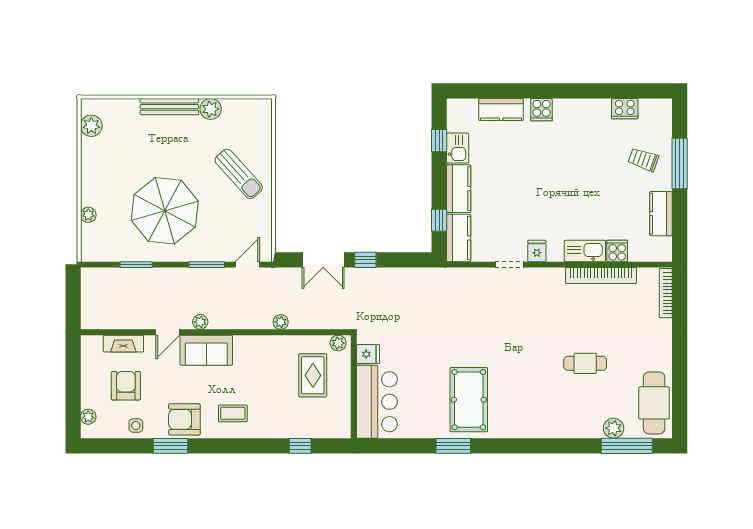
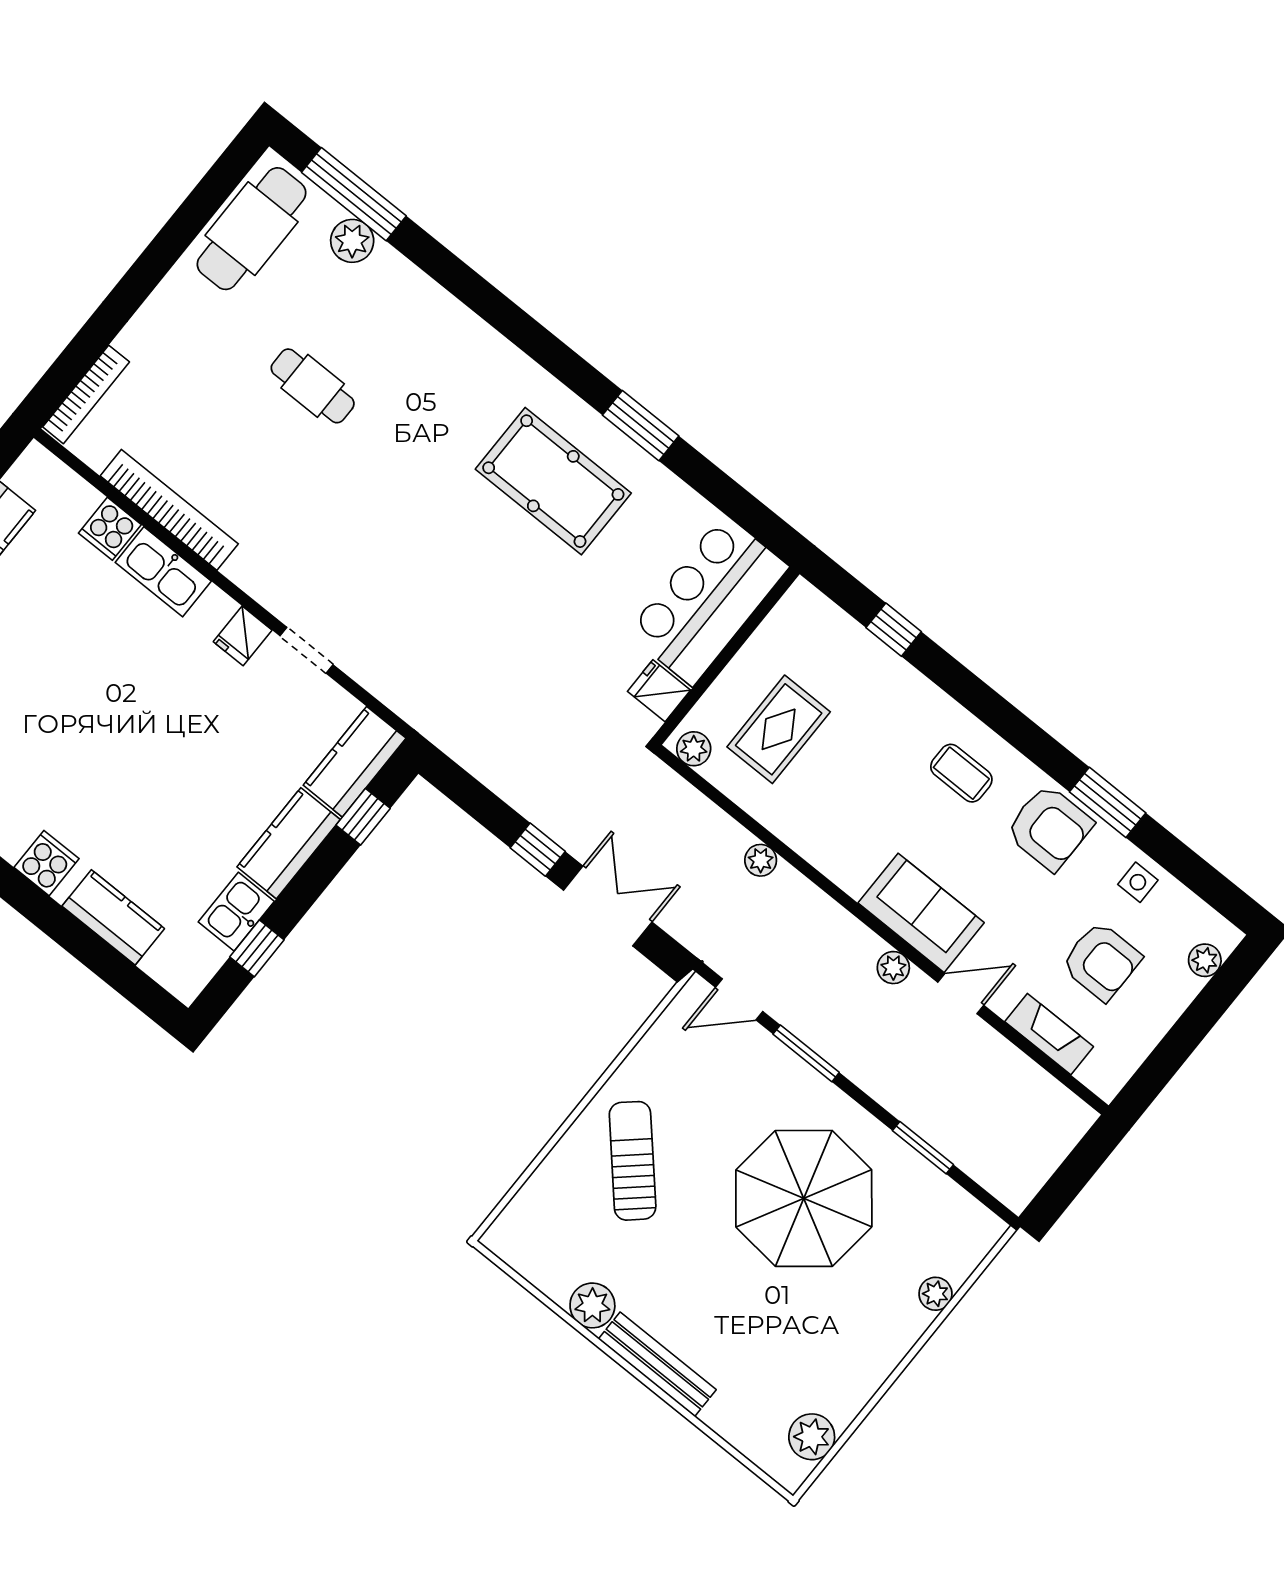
armchair: (126, 386) -> (1101, 961), turned -90
pool table: (469, 400) -> (553, 481), turned 90

